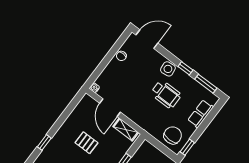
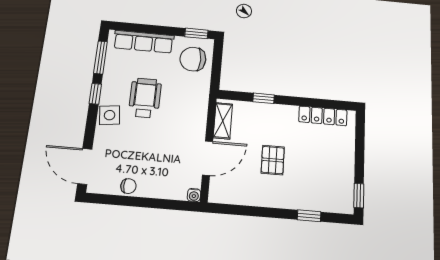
row of seats: (201, 114) -> (144, 42), width x1.48

